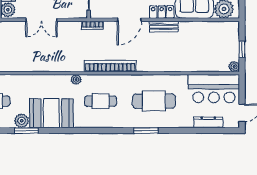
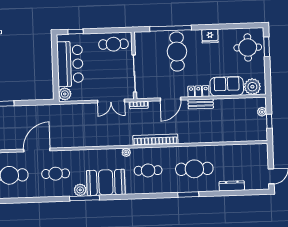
double door: (41, 20) -> (111, 101), moved
plant: (234, 67) -> (262, 112), moved
bar counter: (214, 89) -> (246, 156), removed
dresser: (208, 122) -> (232, 186), moved
window: (26, 130) -> (85, 198), width x1.44

